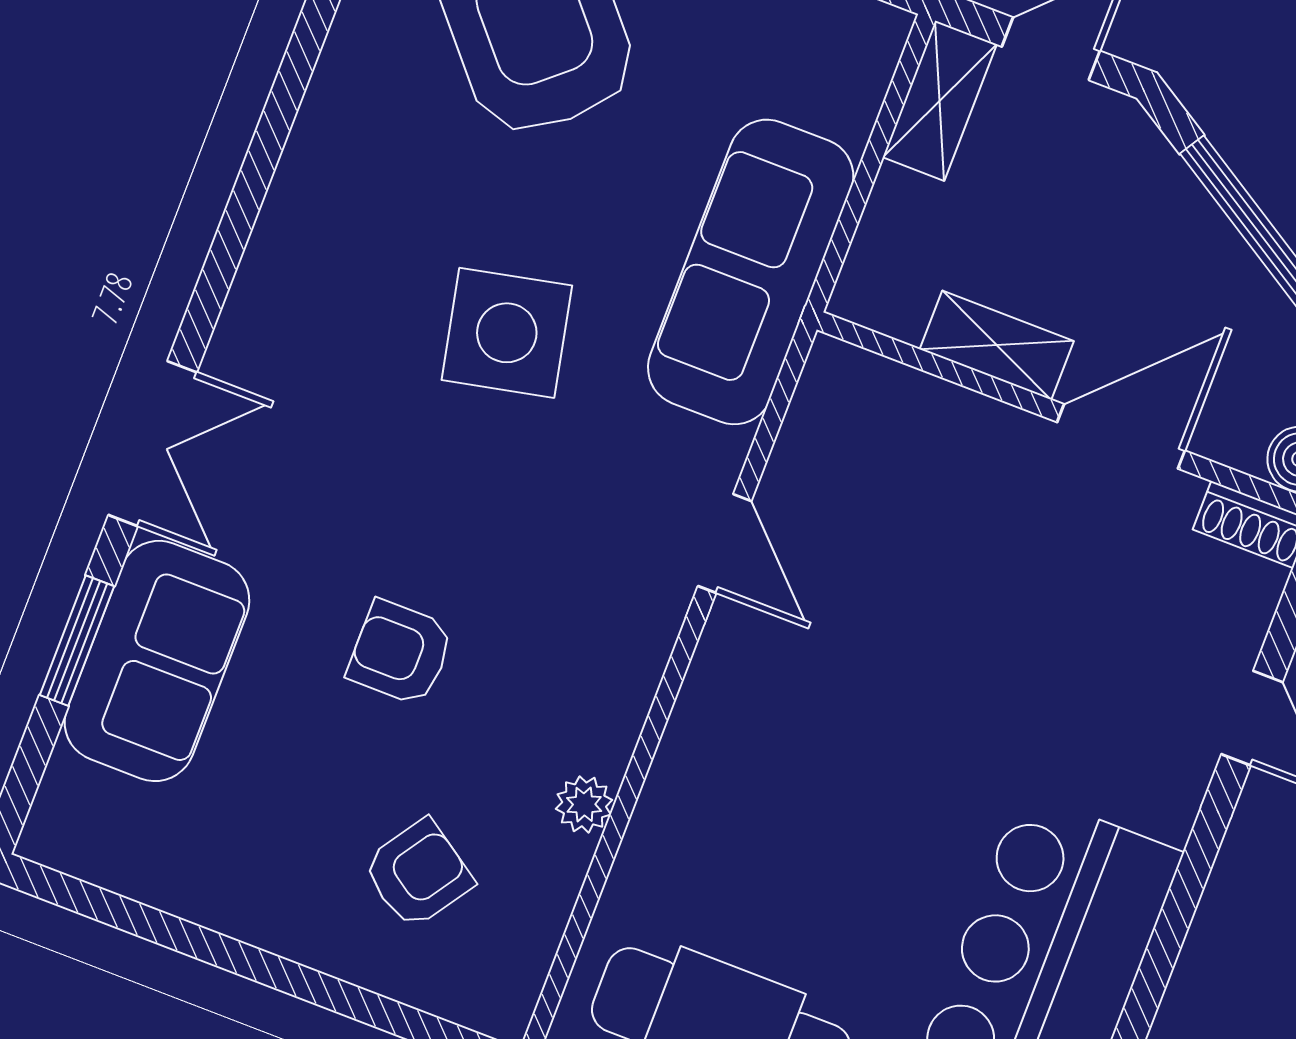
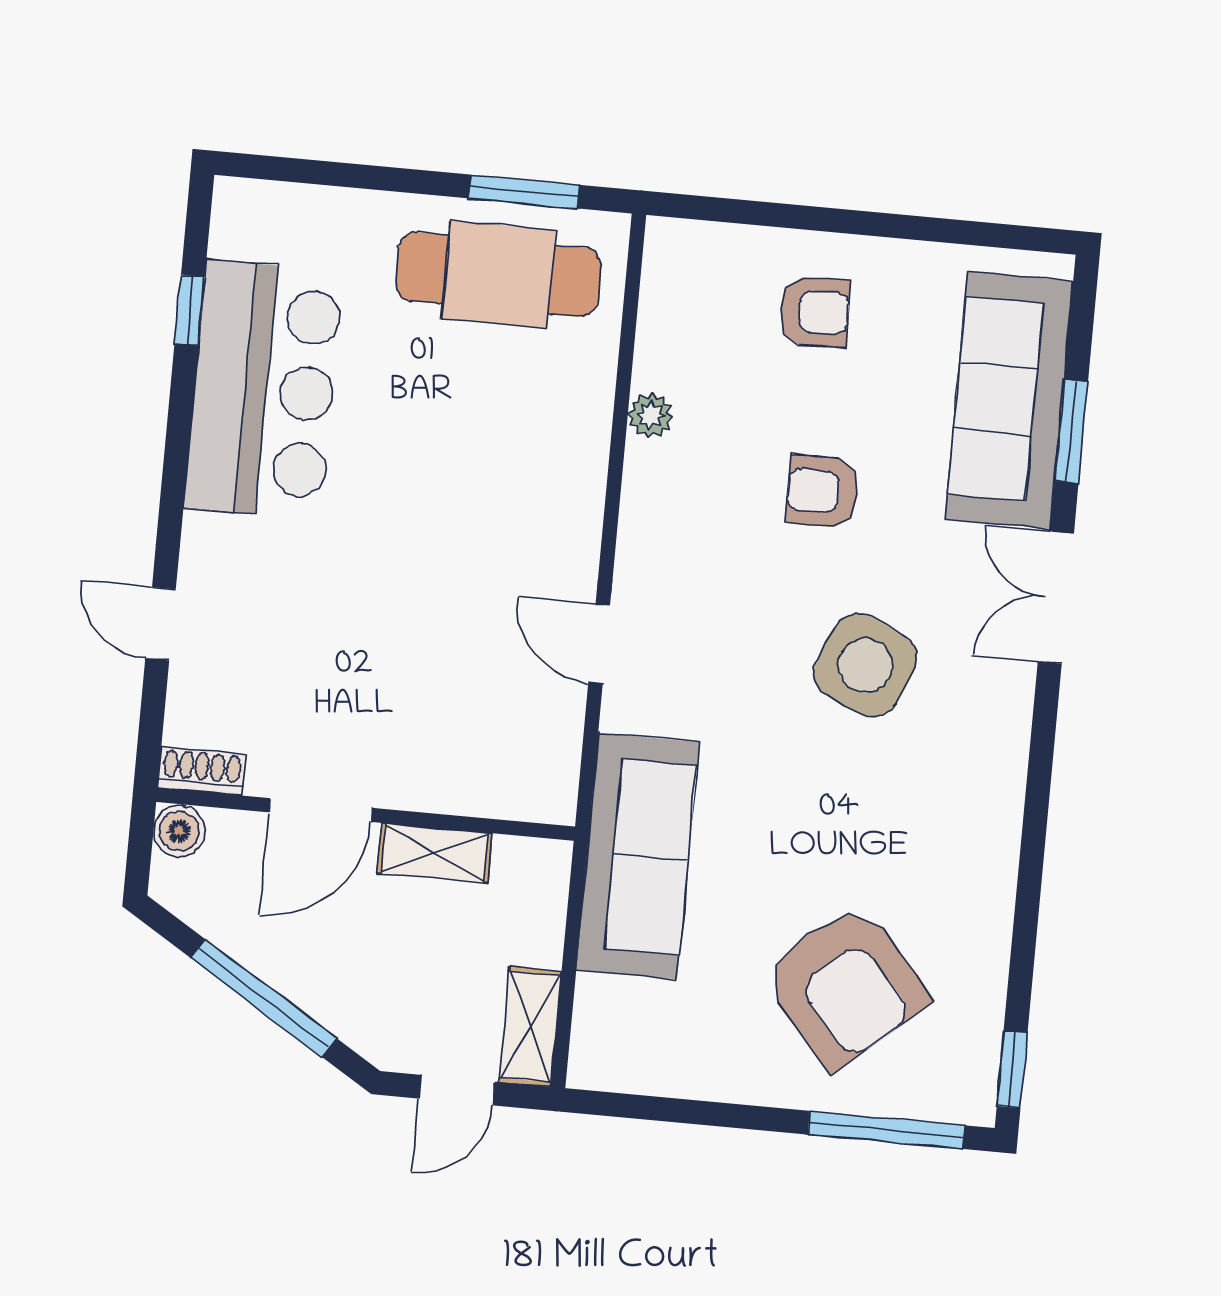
side table: (507, 333) -> (865, 665), moved, turned 36
armchair: (400, 653) -> (823, 491), turned 180
sofa: (157, 661) -> (1009, 400), width x1.36
armchair: (418, 874) -> (814, 312), moved, turned -126

